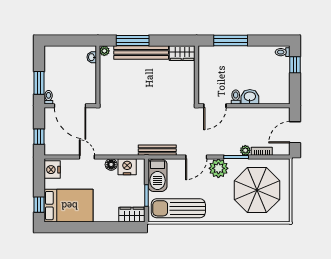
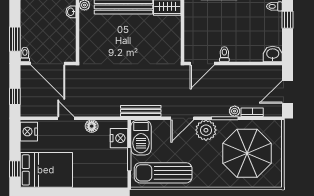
washbasin: (250, 97) -> (273, 54), moved
nightstand: (127, 167) -> (119, 138), moved, turned 90
wardrobe: (132, 215) -> (114, 180), removed

